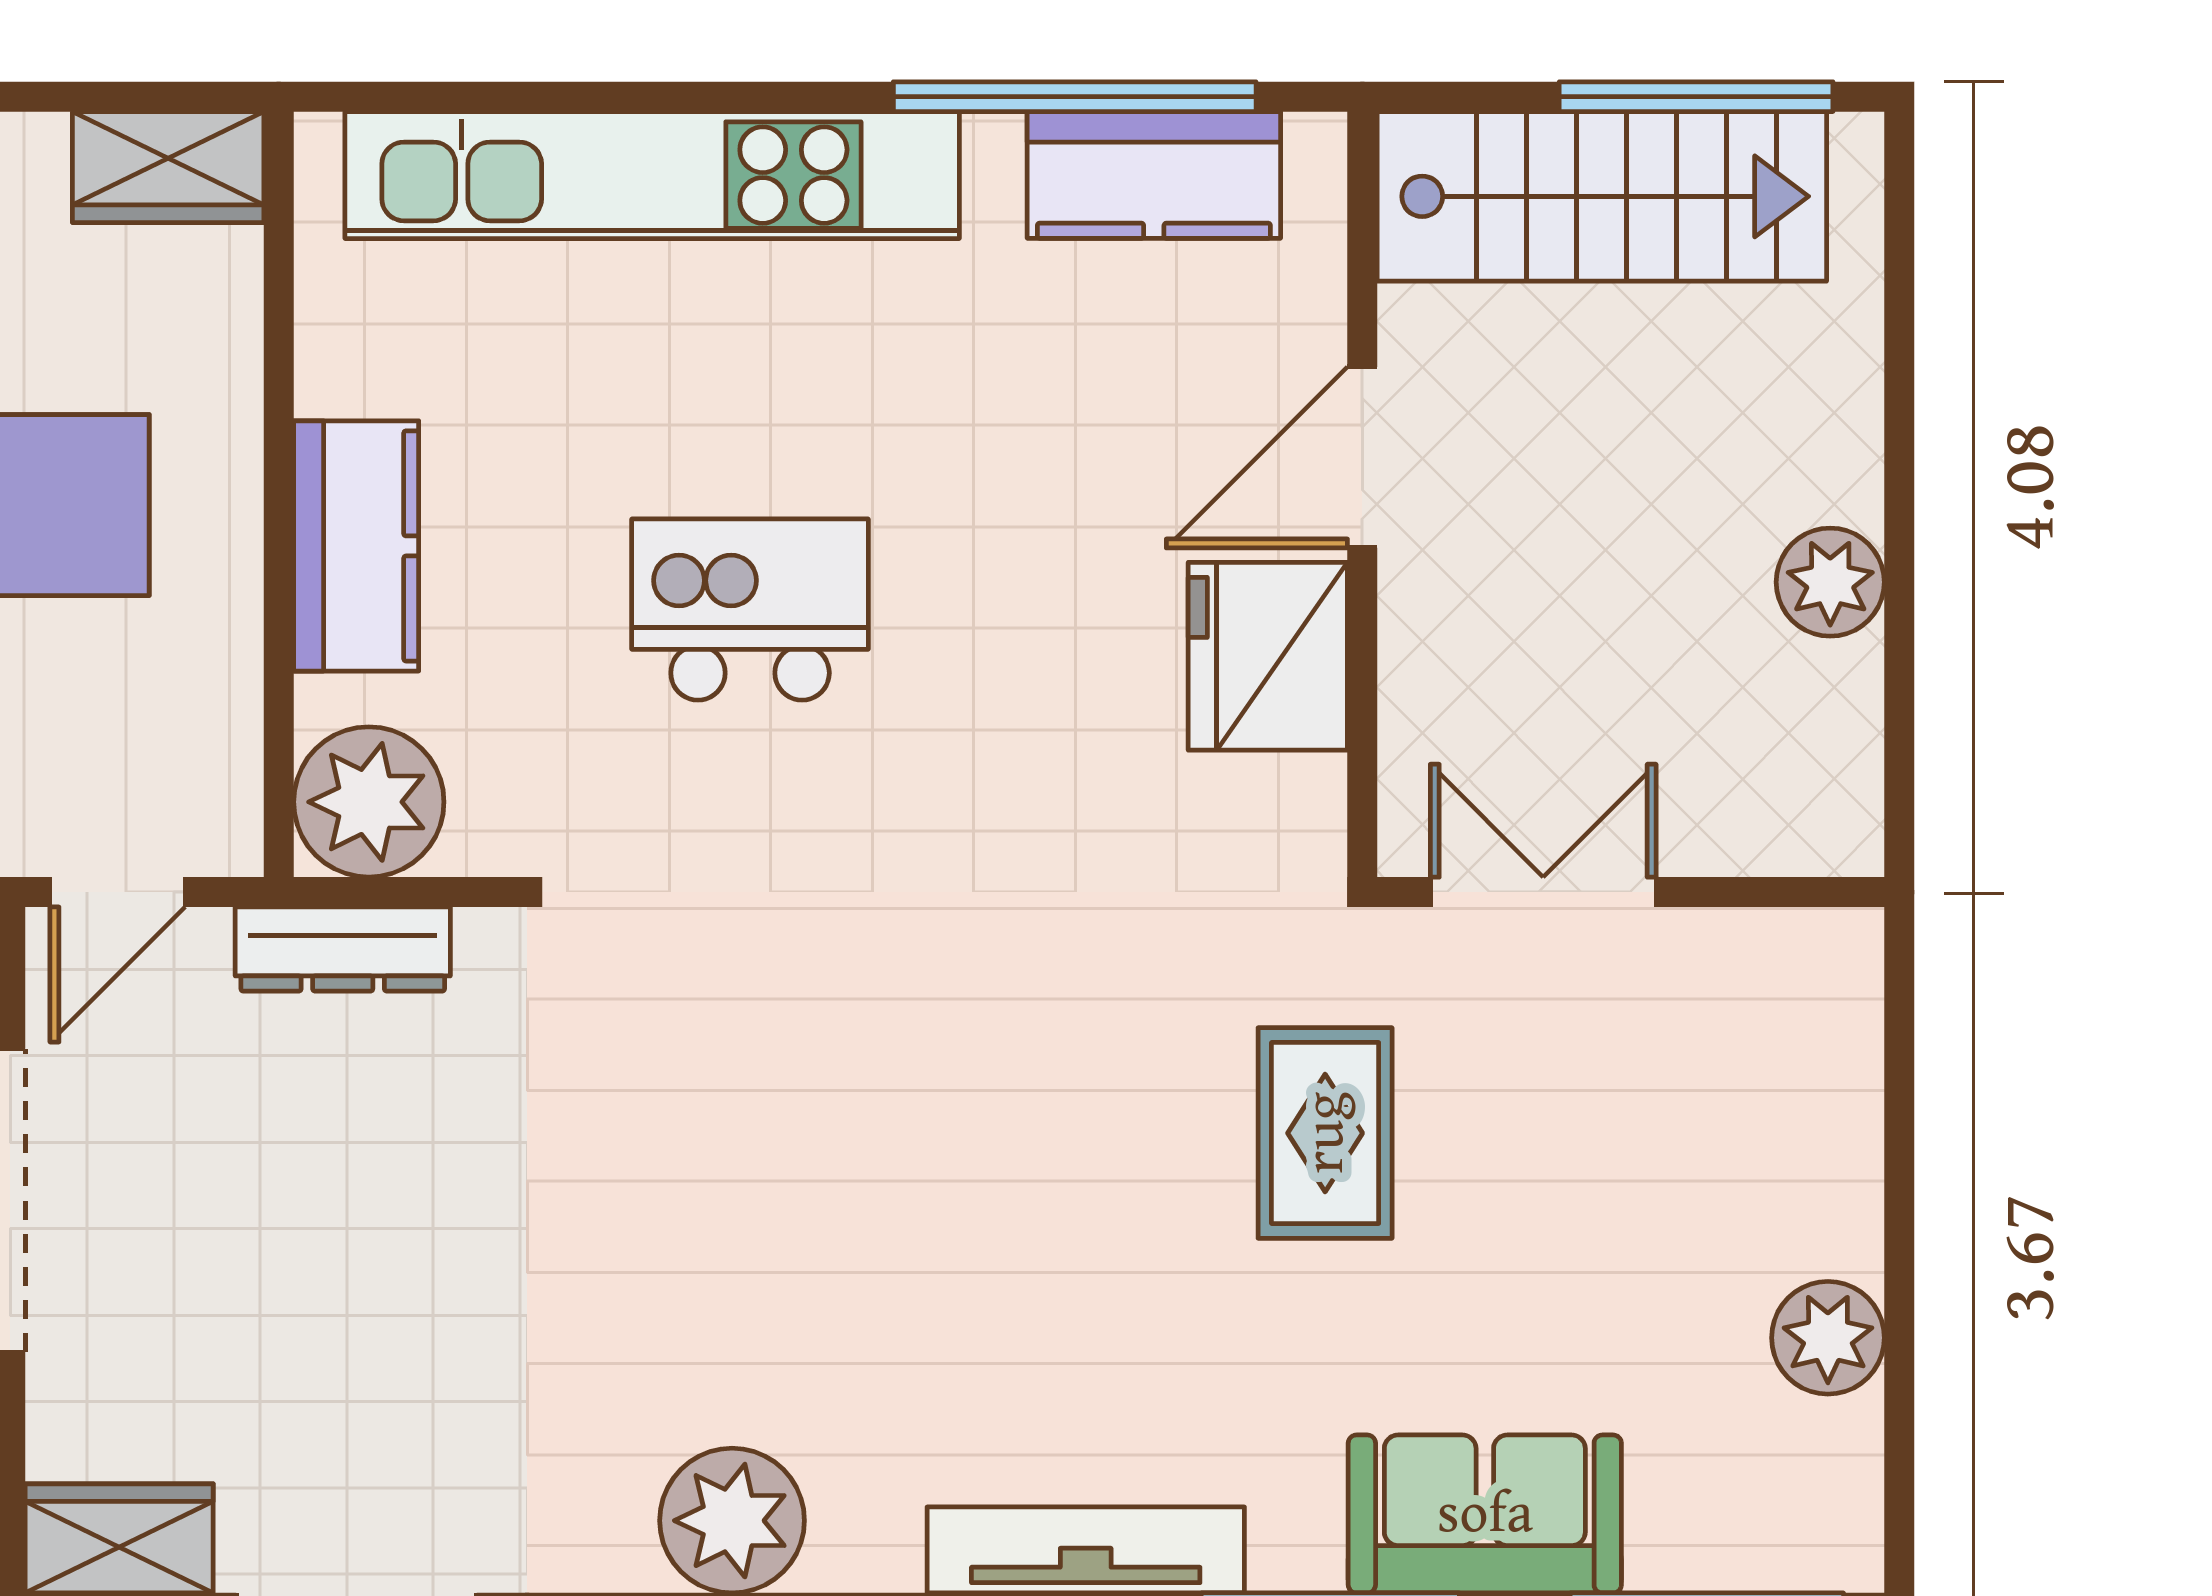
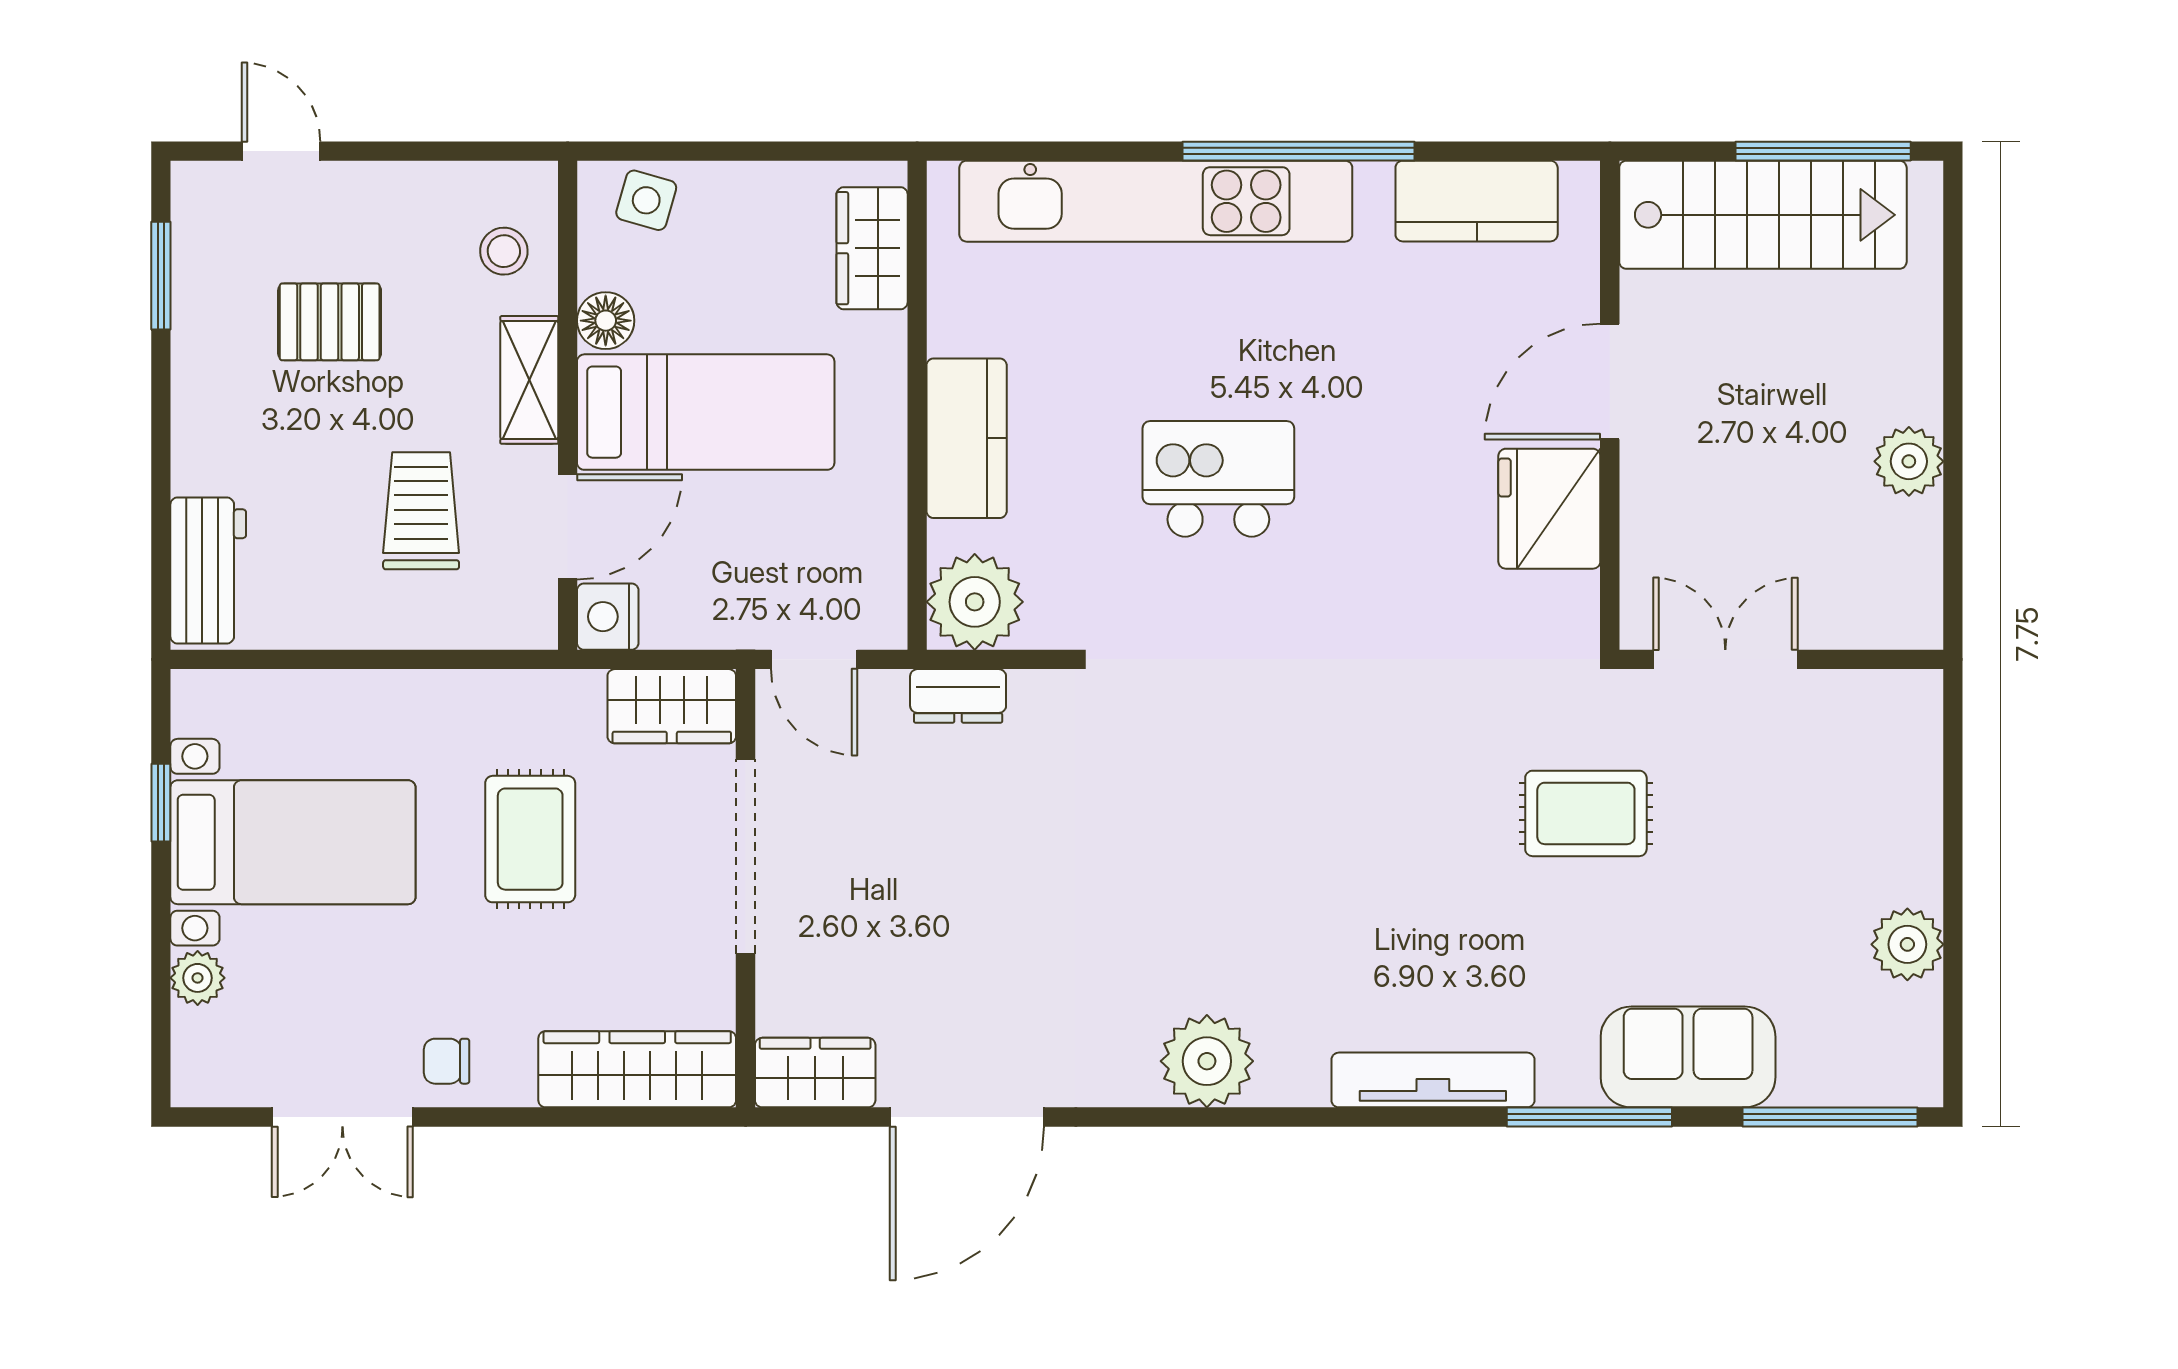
window: (1075, 97) -> (1299, 151), moved
wardrobe: (168, 167) -> (872, 248), moved, turned 90
door: (117, 892) -> (814, 659), hinge flipped
dresser: (343, 949) -> (958, 696), width x0.70
rug: (1325, 1133) -> (1586, 813), turned 90

